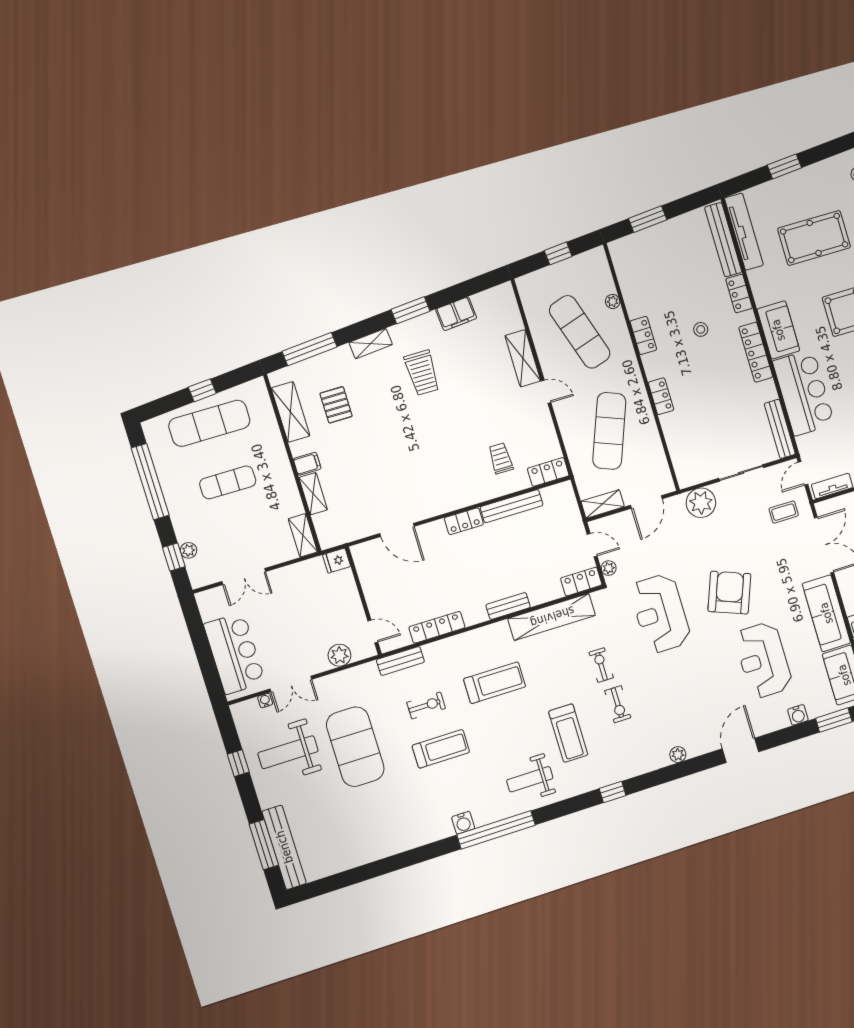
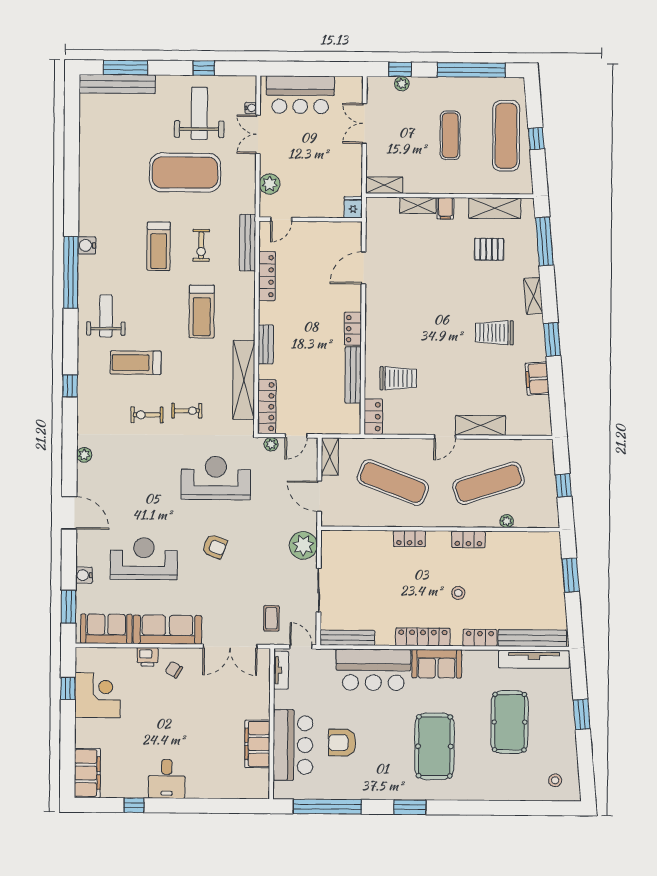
trolley: (501, 458) -> (398, 378), width x1.36, depth x1.39
locker: (581, 582) -> (267, 407), width x1.53
armchair: (729, 593) -> (215, 546), width x0.53, depth x0.53
bench: (400, 661) -> (248, 243), width x1.36

